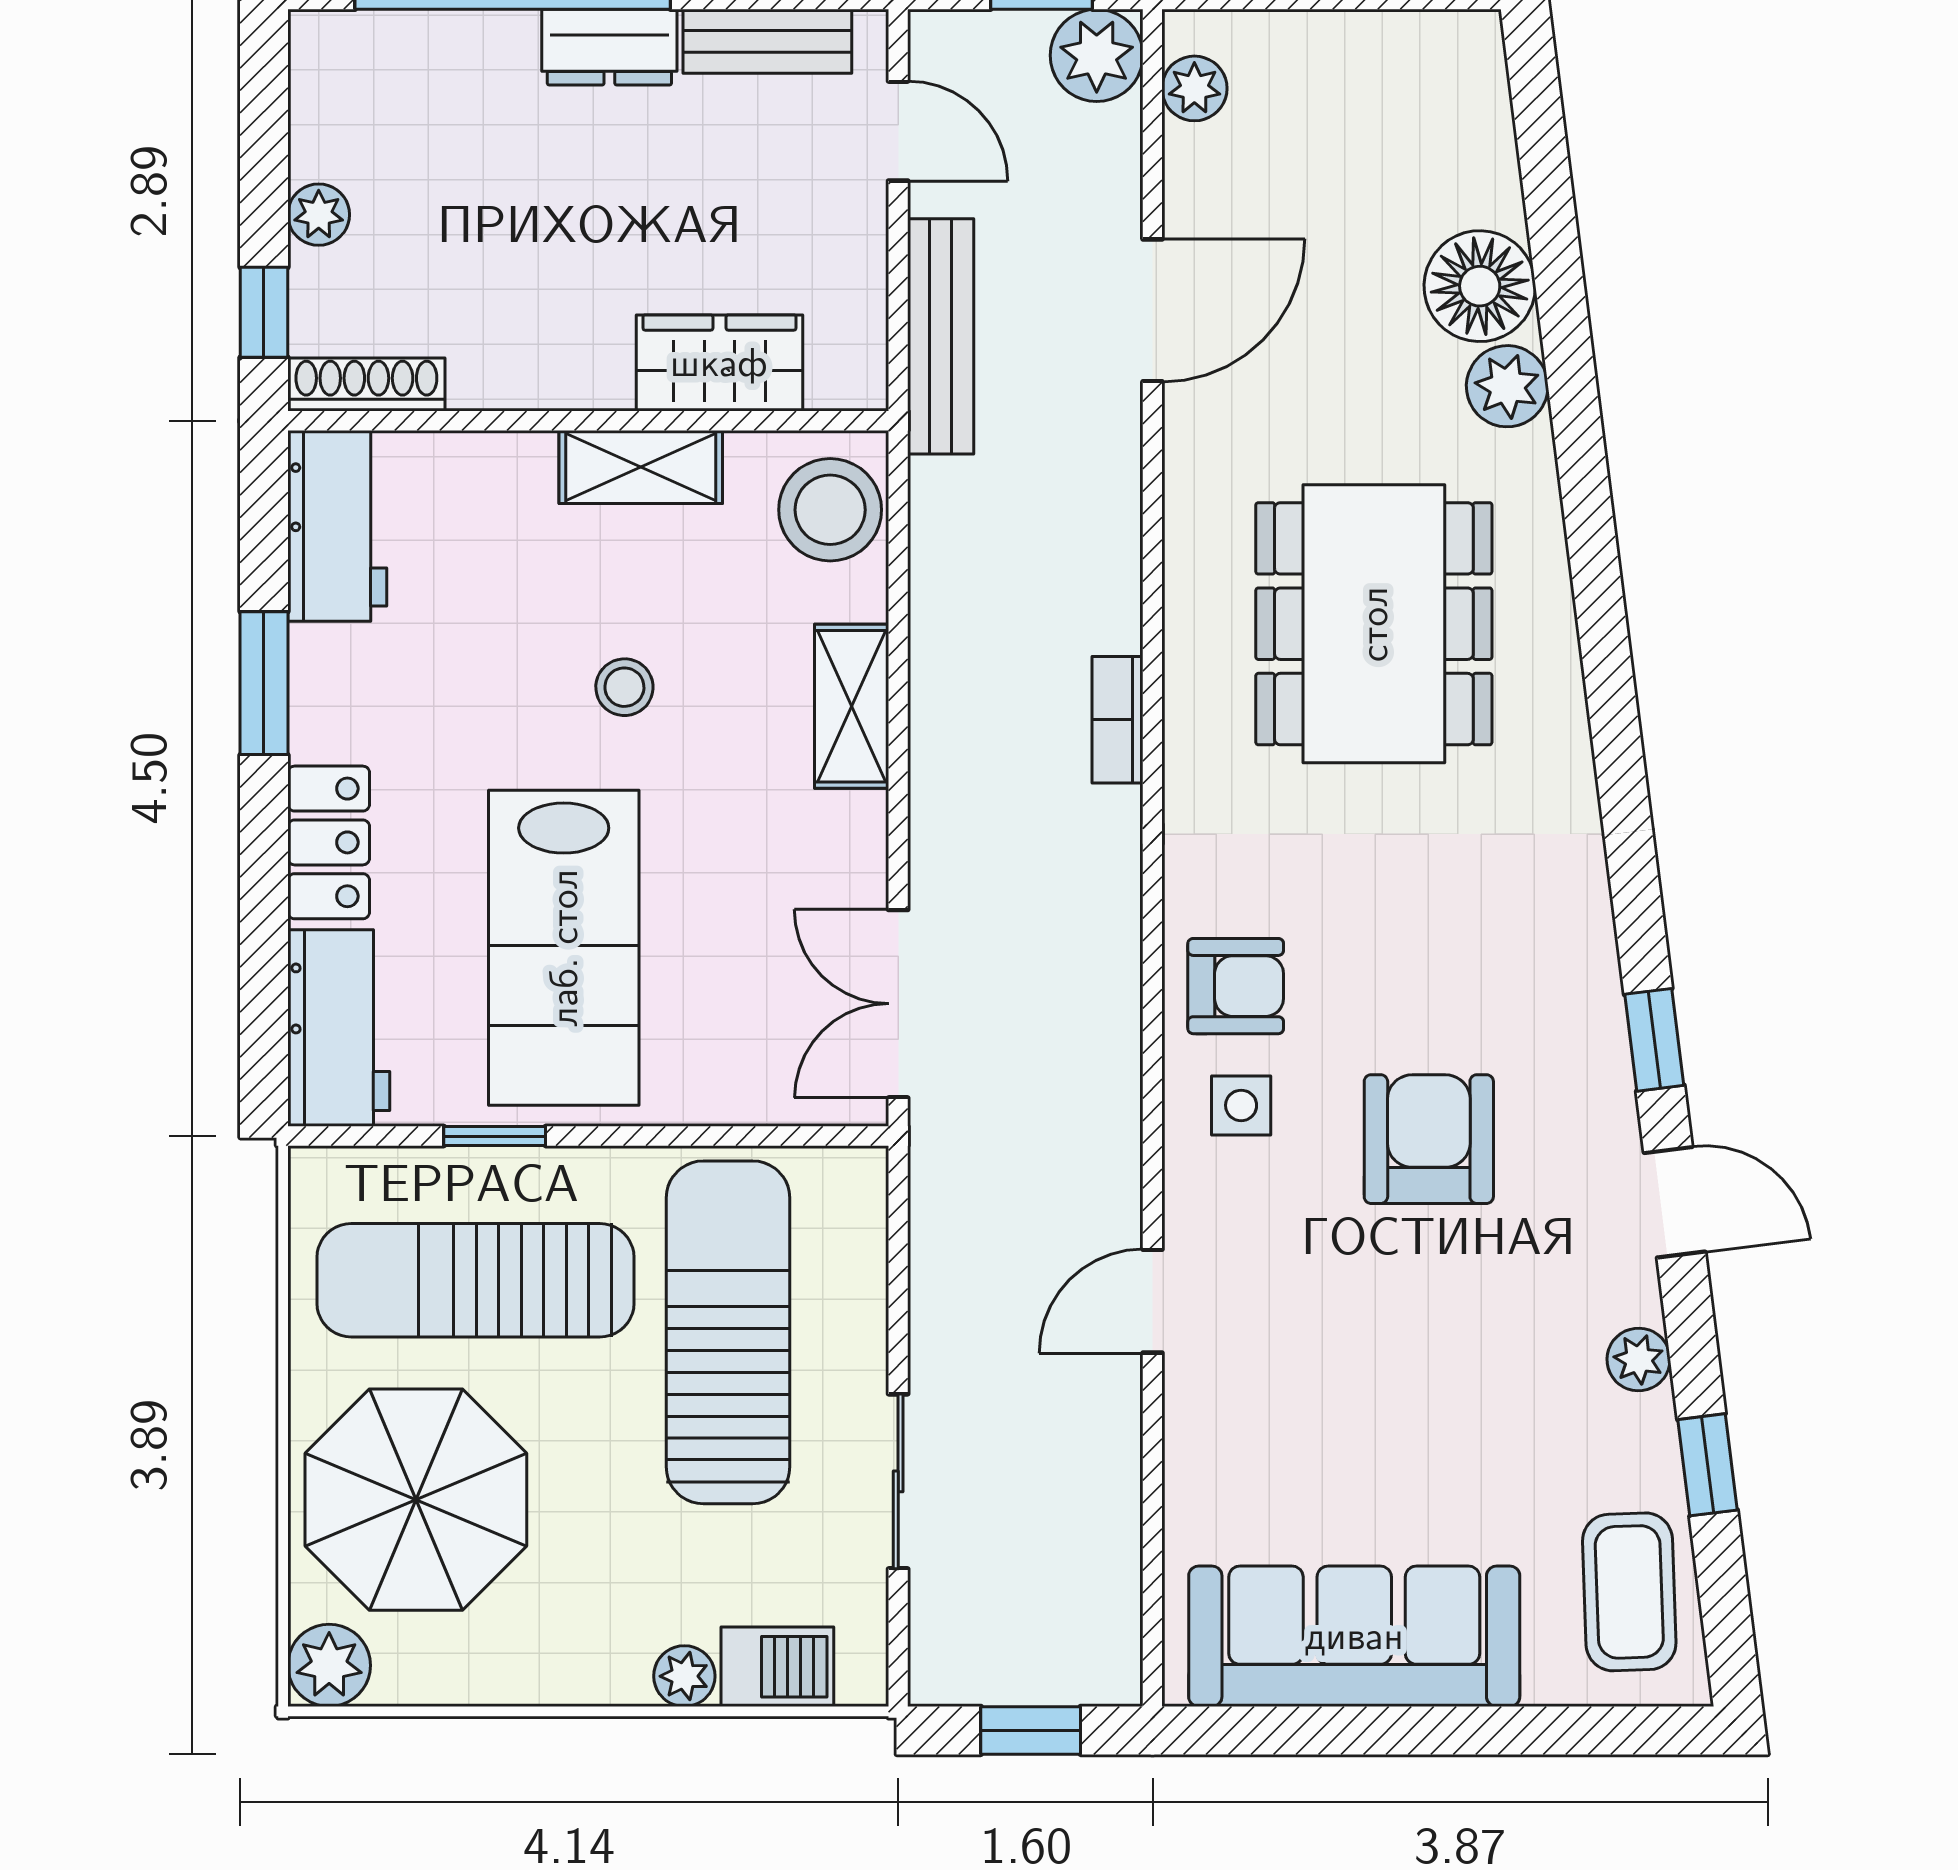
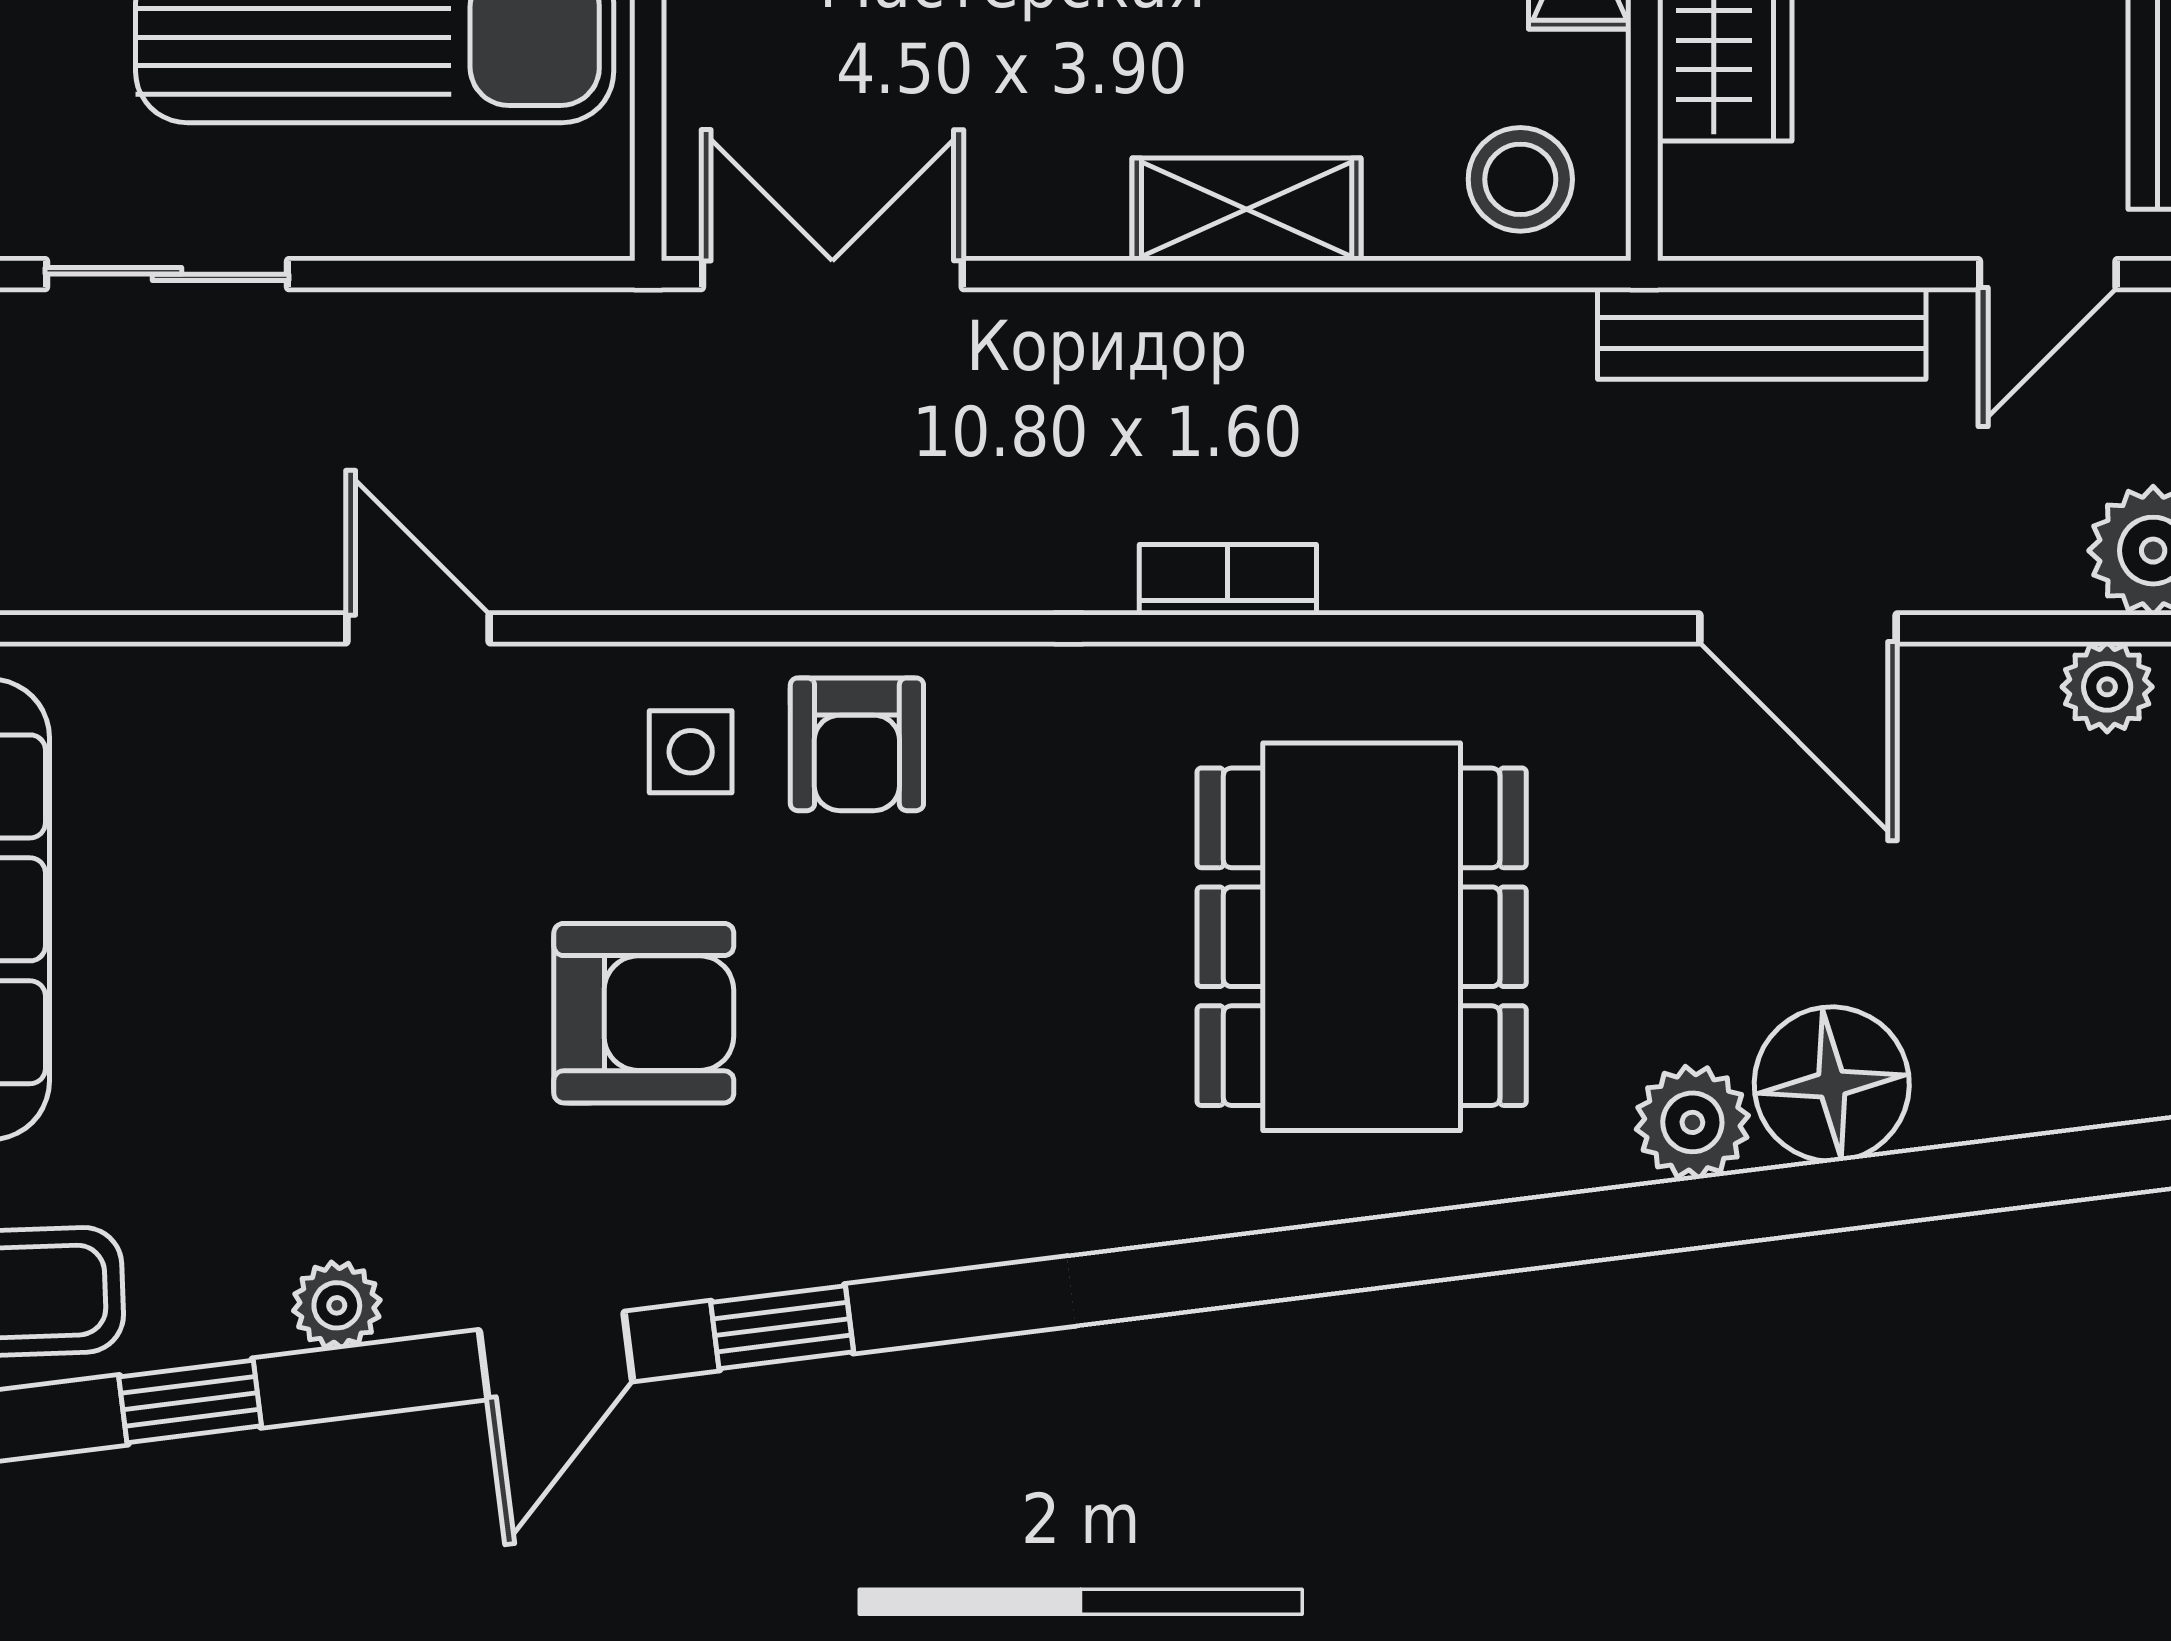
stool: (830, 510) -> (1520, 179), width x0.73, depth x0.73
dining table: (1374, 624) -> (1362, 937), turned 90

